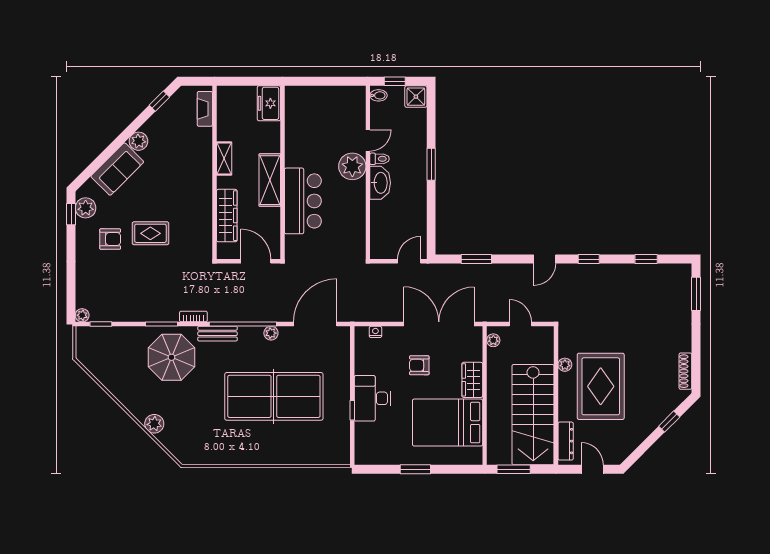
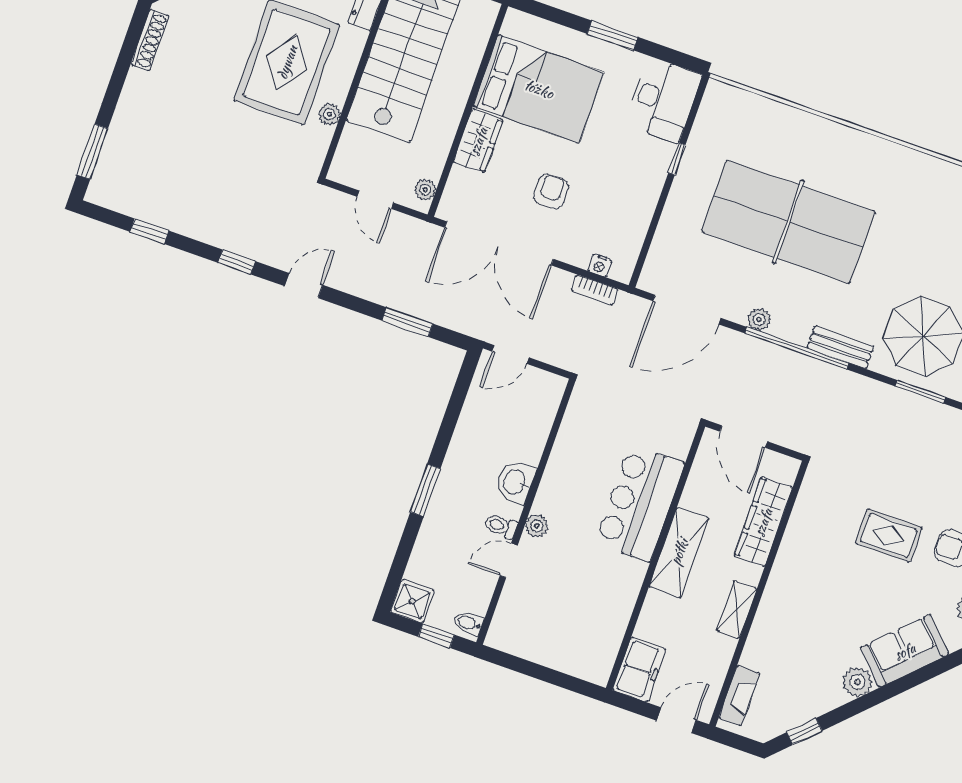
door: (237, 81) -> (676, 720), added
plant: (352, 166) -> (537, 526), width x0.53, depth x0.53
washbasin: (380, 183) -> (515, 482), width x0.72
bookcase: (193, 316) -> (595, 290), moved
armchair: (419, 365) -> (551, 191), turned -90
desk: (372, 398) -> (663, 100), moved

